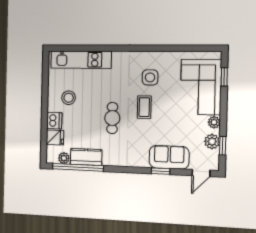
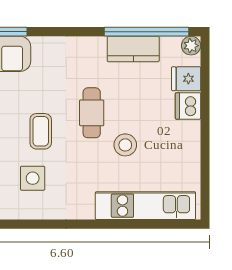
stool: (69, 98) -> (125, 145), moved
plant: (64, 158) -> (191, 46), moved

